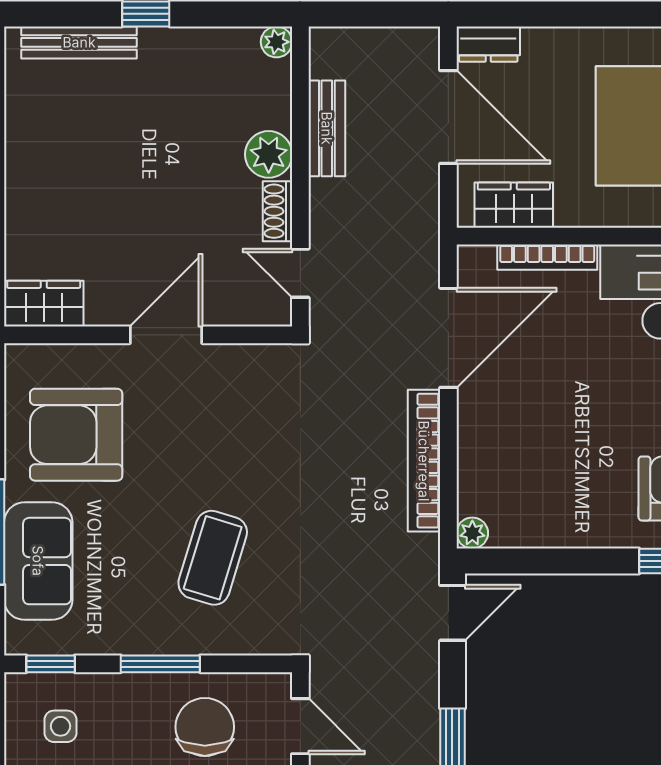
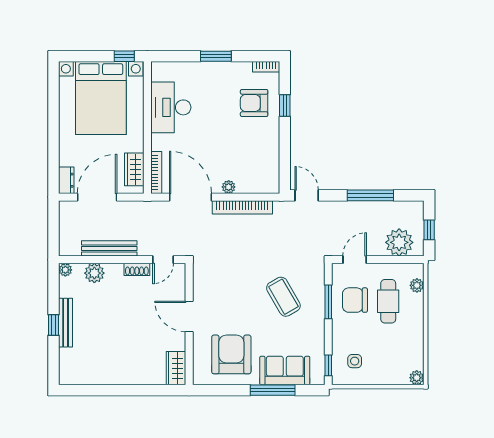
bench: (79, 42) -> (66, 323), moved
bench: (327, 128) -> (109, 248), width x1.36
plant: (269, 154) -> (94, 273), moved
bookcase: (547, 257) -> (156, 172), moved
armchair: (76, 435) -> (231, 354), turned 180
plant: (472, 533) -> (229, 187), moved
coffee table: (213, 558) -> (283, 297), turned 43
window: (160, 664) -> (328, 302), moved

